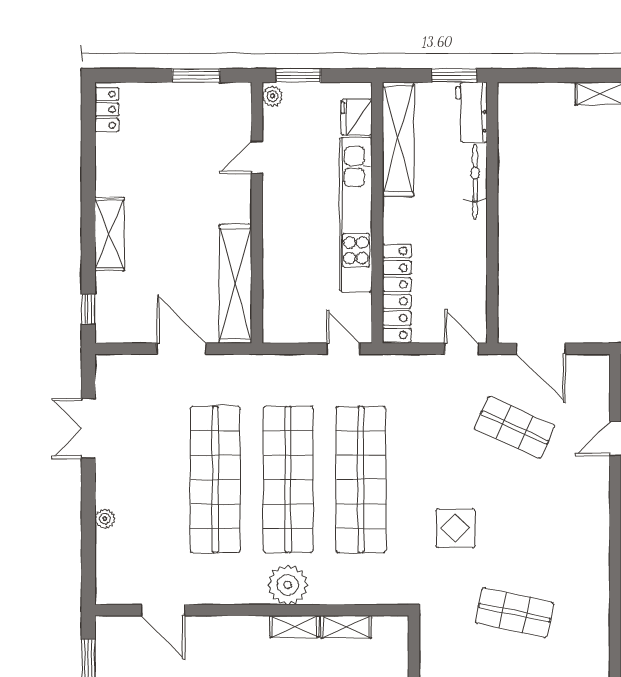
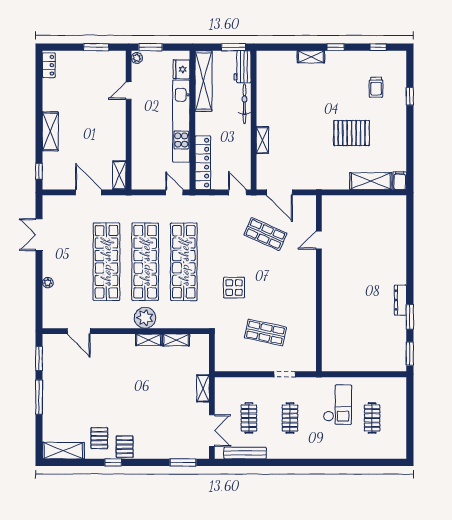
shelving: (509, 250) -> (262, 140), added
shelving: (235, 284) -> (119, 175), width x0.45, depth x0.75

